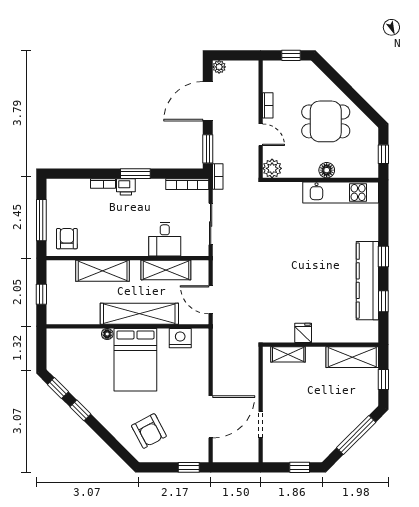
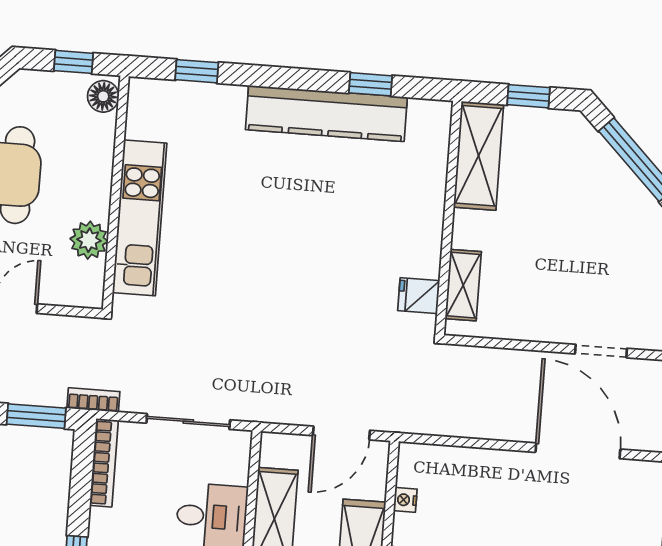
plant: (272, 168) -> (89, 240), moved
floor lamp: (327, 170) -> (103, 96), moved
kitchen unit: (341, 193) -> (140, 218), moved
window: (383, 256) -> (197, 71), moved
fridge: (303, 333) -> (419, 296), moved
nightstand: (180, 338) -> (405, 500), width x0.53, depth x0.56

